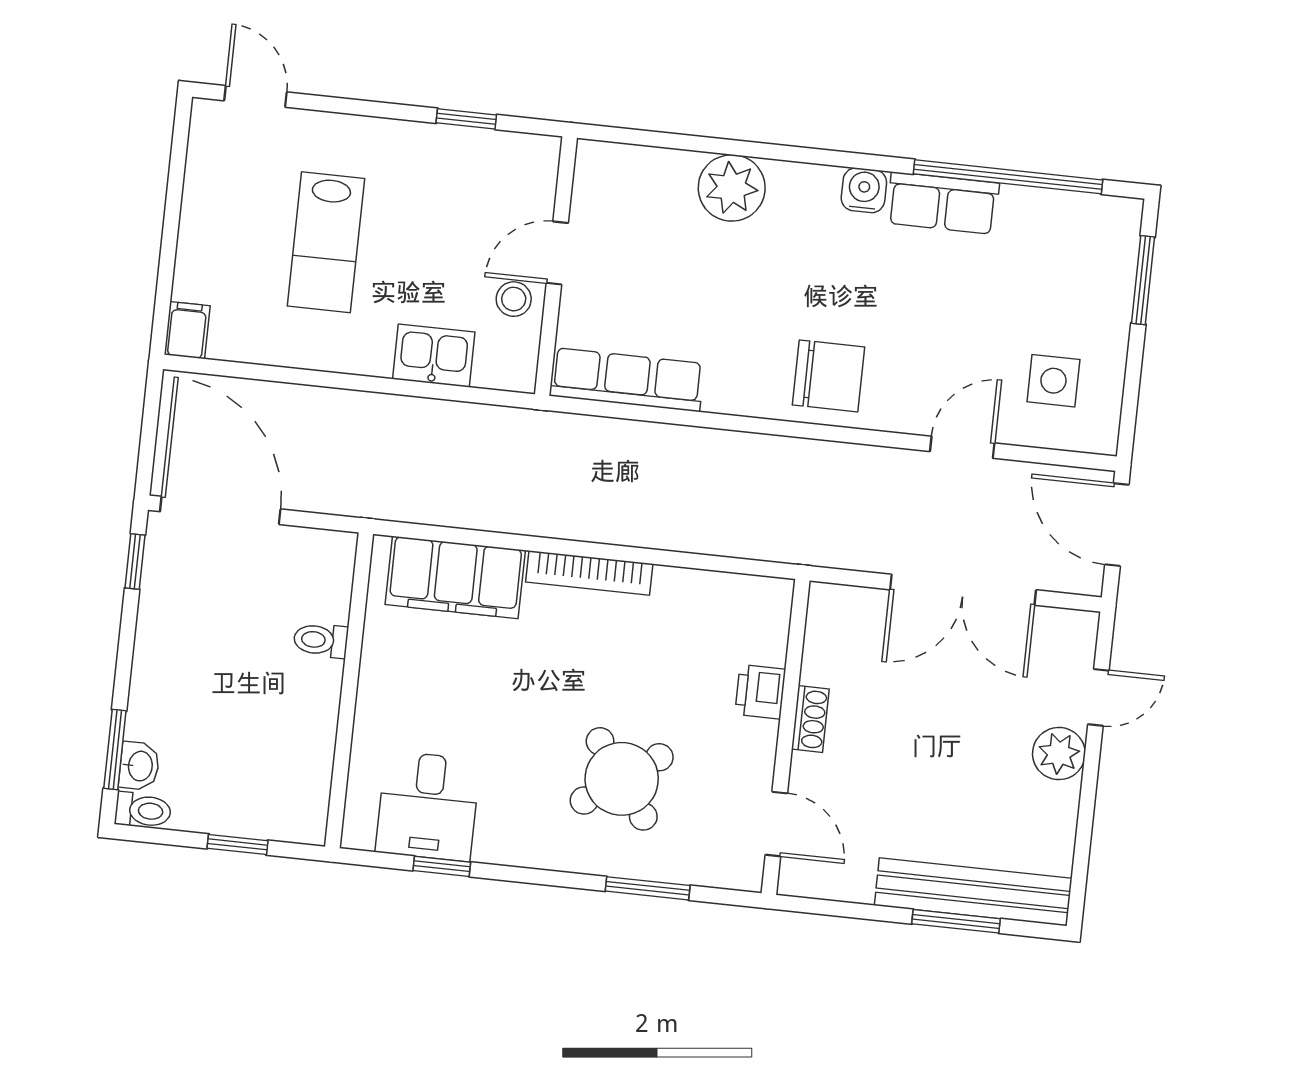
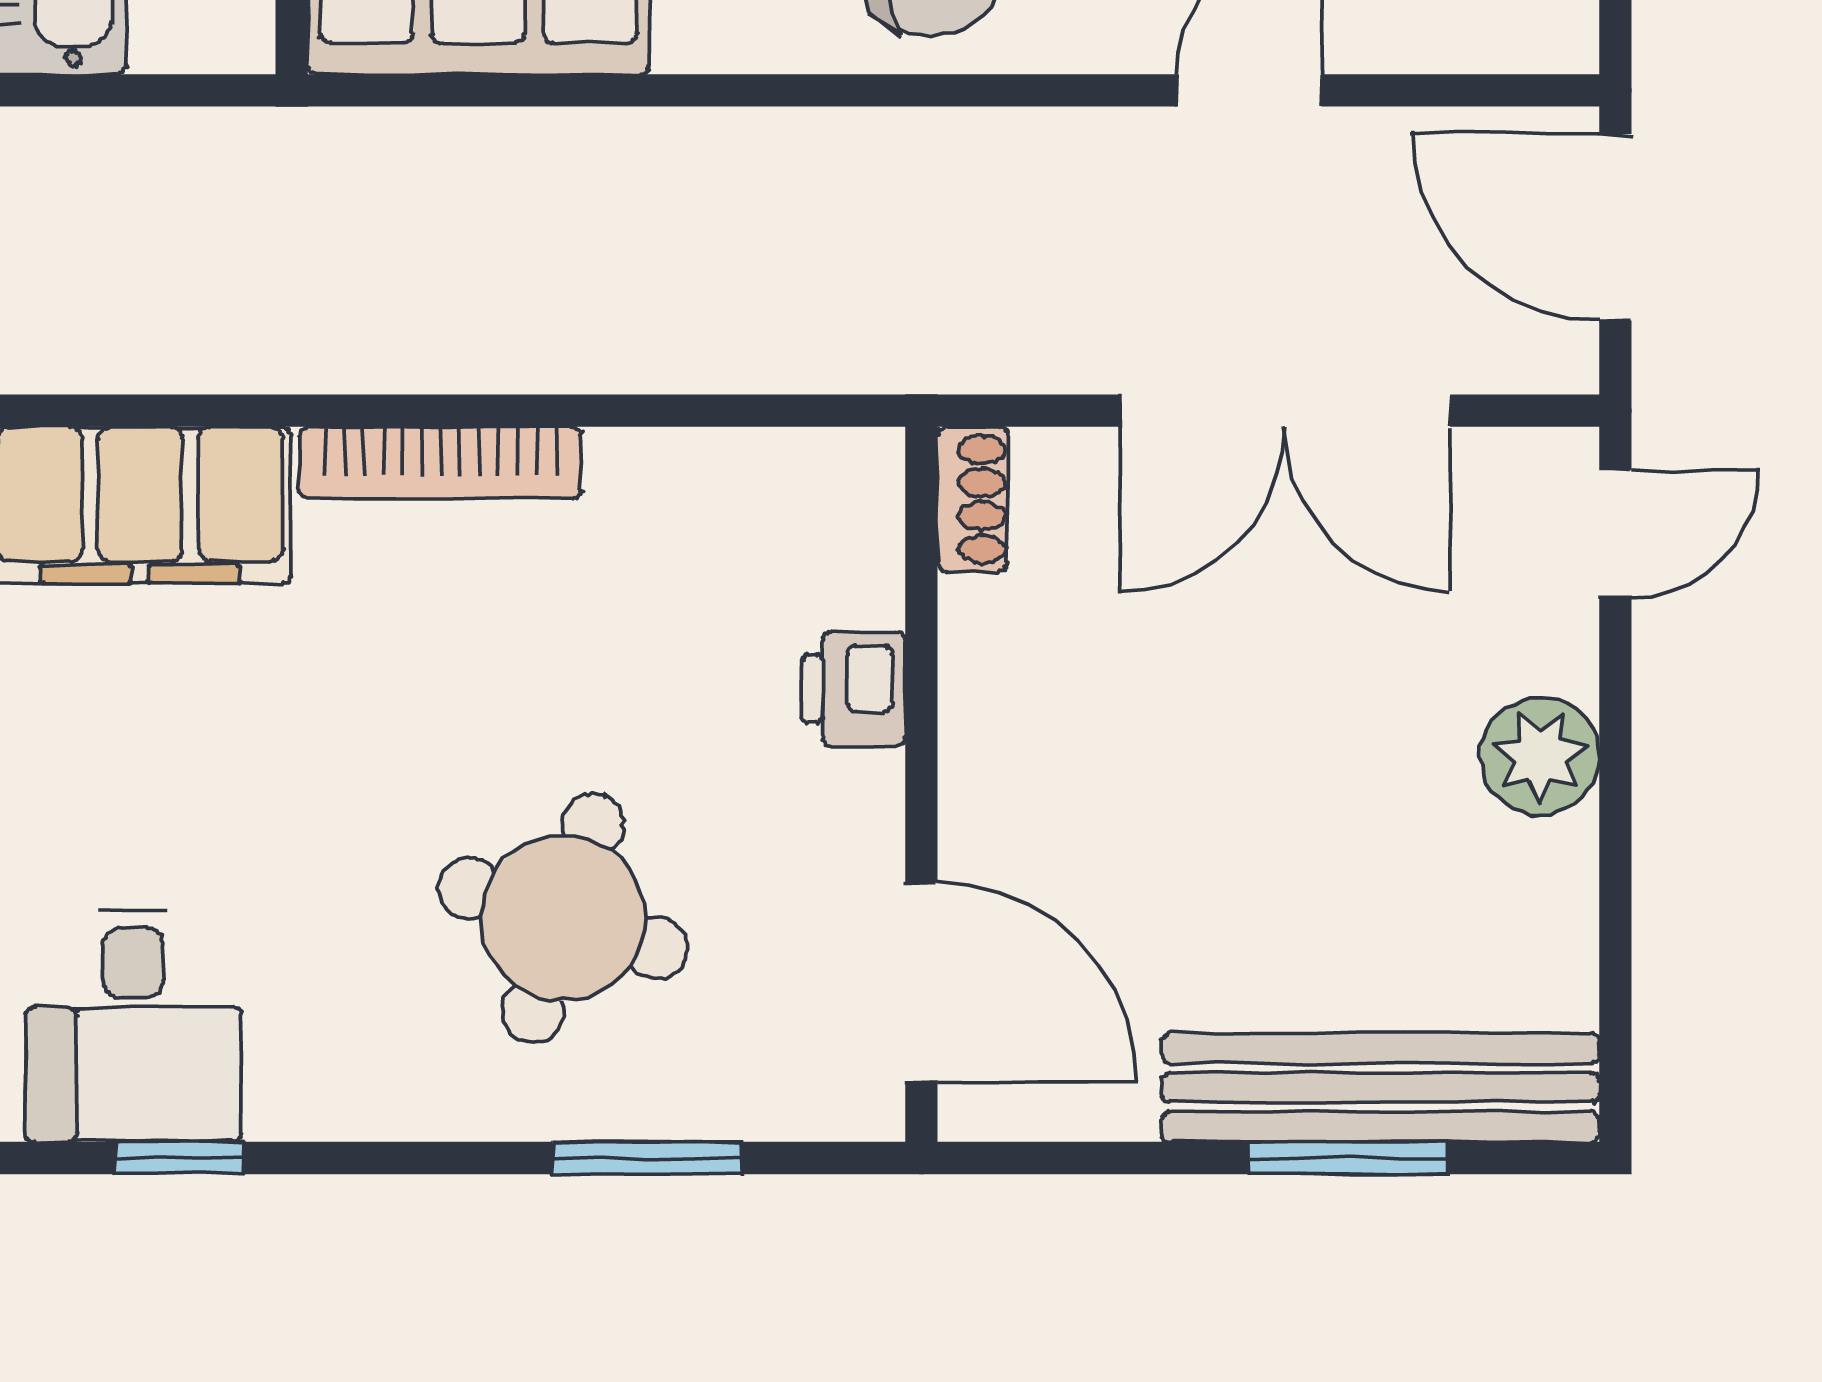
door: (1098, 697) -> (1615, 534), moved
shoe rack: (810, 719) -> (973, 499), moved
round table: (622, 779) -> (563, 918), turned -36
door: (776, 824) -> (921, 983), width x1.38

